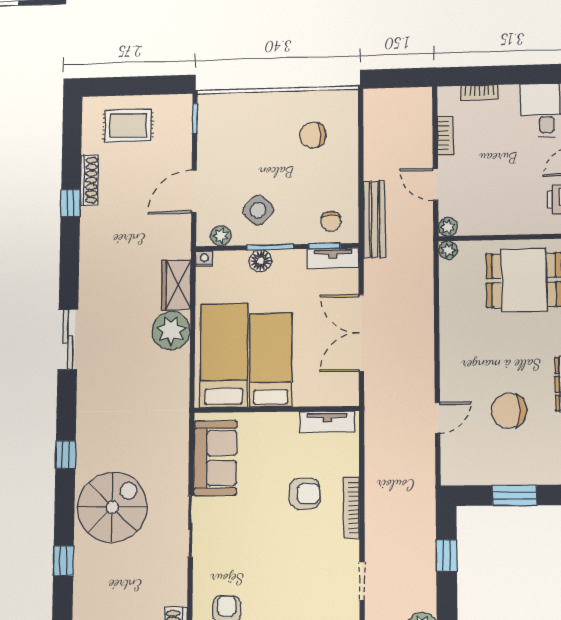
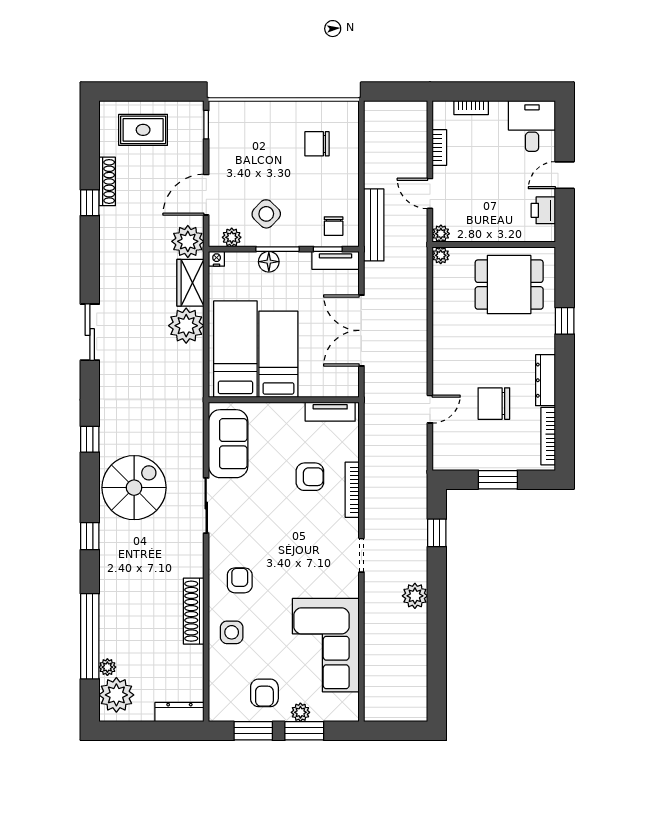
plant: (174, 241) -> (188, 241), added

